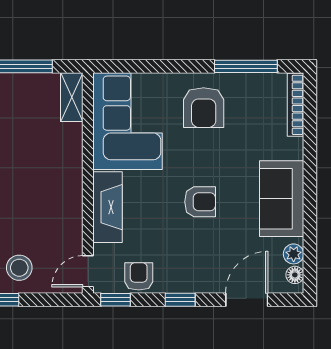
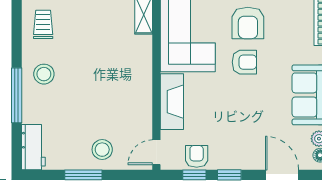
armchair: (200, 202) -> (244, 62), moved
window: (116, 300) -> (194, 175), moved
door: (247, 300) -> (282, 175), hinge flipped

